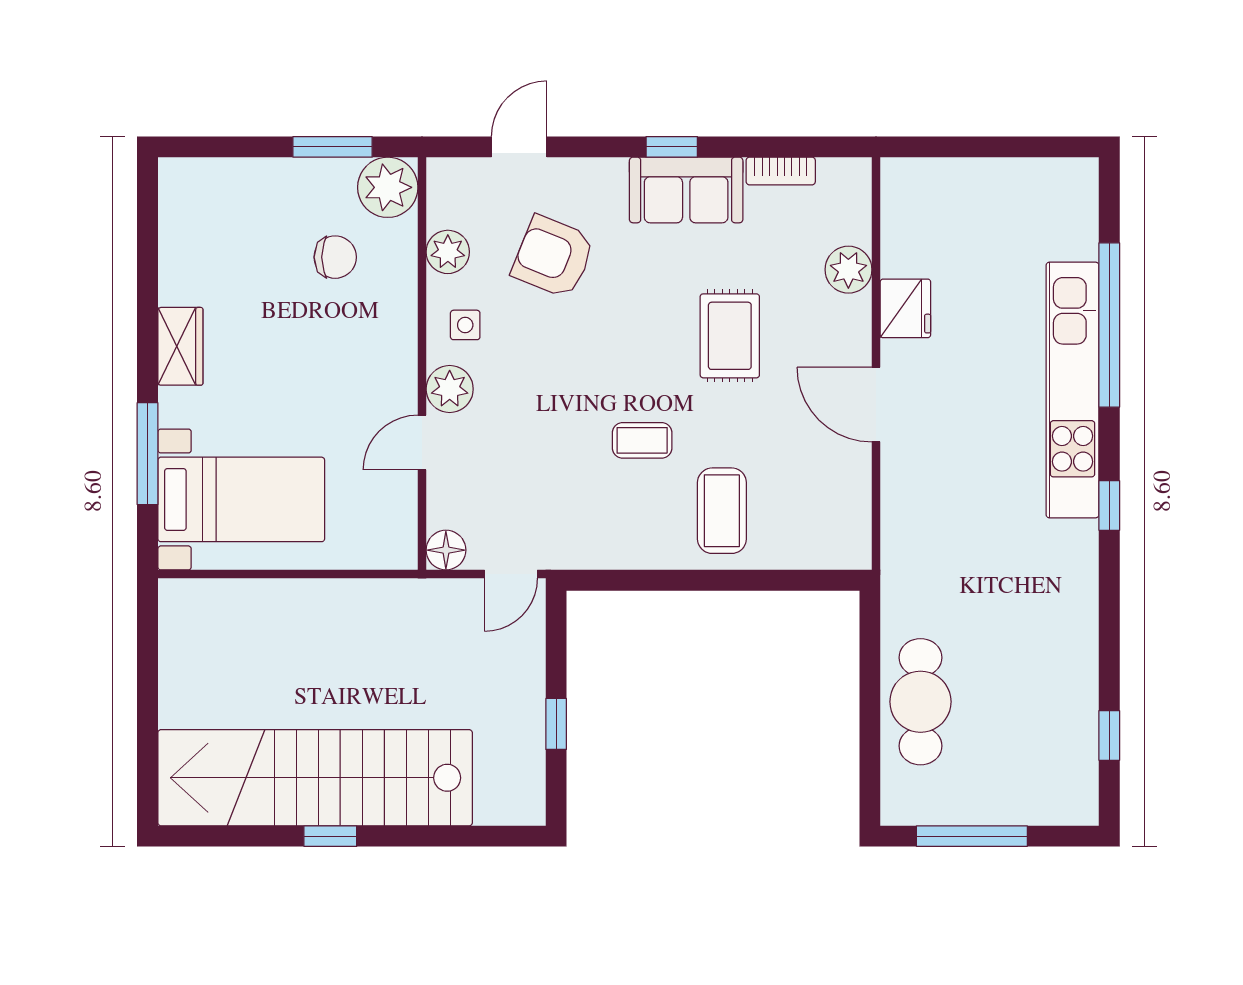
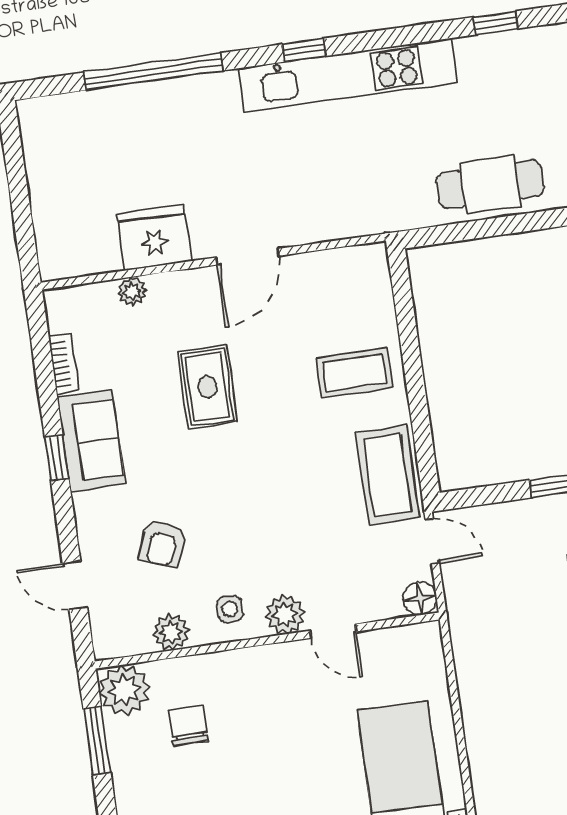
armchair: (553, 257) -> (163, 544), width x0.72, depth x0.72
plant: (848, 270) -> (132, 291), width x0.73, depth x0.73
fridge: (905, 308) -> (154, 238), width x1.36, depth x1.34
rug: (730, 336) -> (208, 387), turned 90
kitchen unit: (1073, 390) -> (348, 75), moved
coffee table: (642, 440) -> (388, 475), moved, width x1.86, depth x1.72

